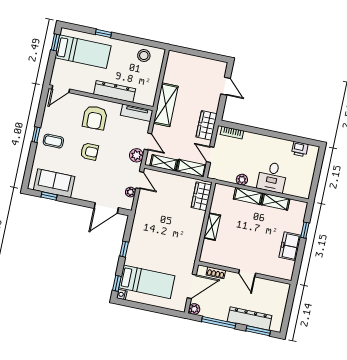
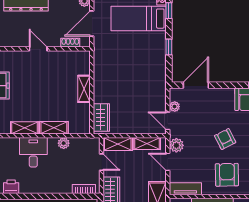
armchair: (89, 152) -> (225, 139), turned 63

